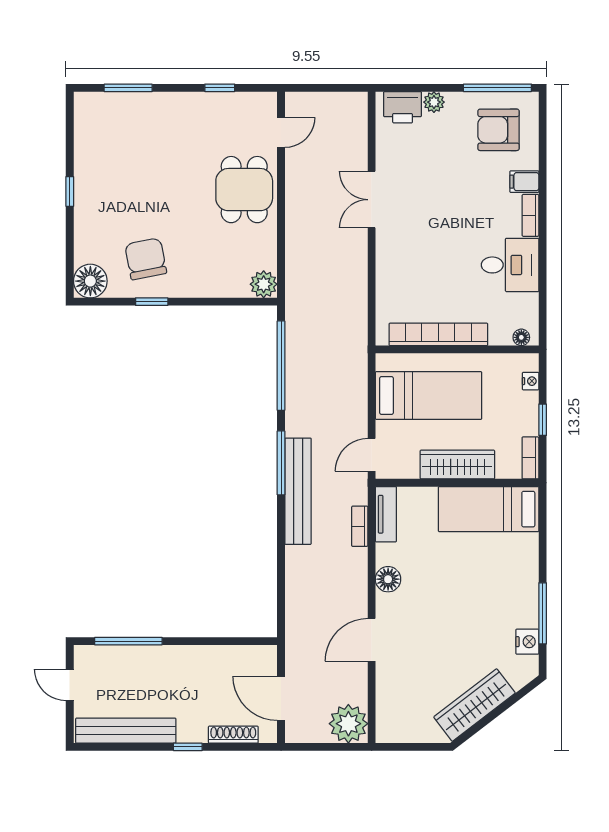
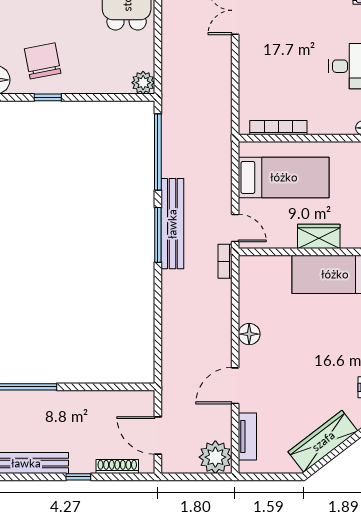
bookcase: (438, 334) -> (278, 128), width x0.68, depth x0.76
door: (372, 455) -> (235, 228), swing flipped
wardrobe: (457, 465) -> (319, 236), width x0.67
bench: (298, 491) -> (172, 224), moved
tv unit: (386, 514) -> (247, 437), moved
bookcase: (360, 526) -> (225, 261), moved

